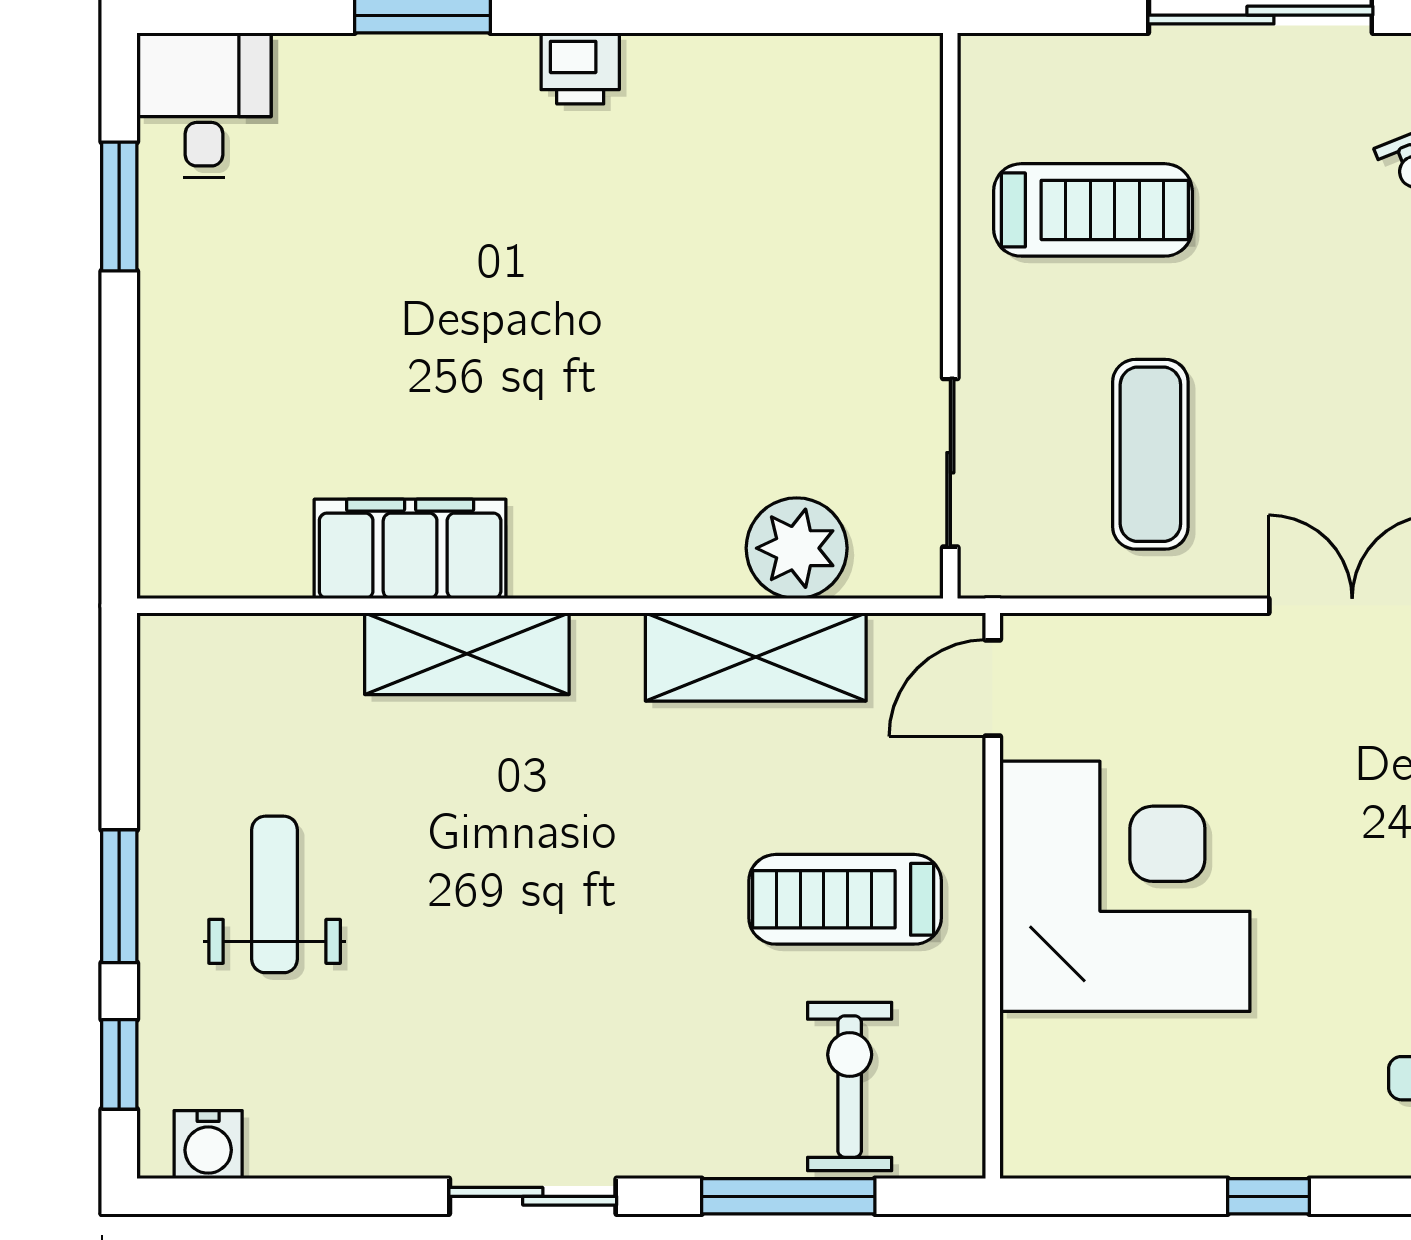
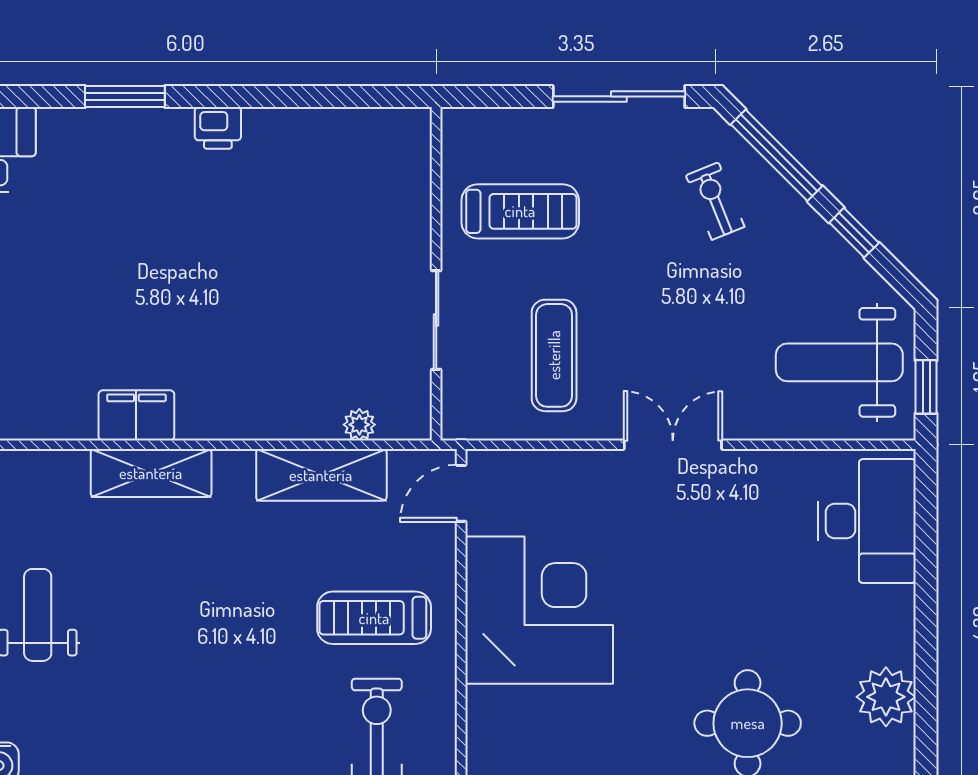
sliding door: (950, 463) -> (436, 320), moved
plant: (797, 548) -> (359, 425), width x0.53, depth x0.53
filing cabinet: (410, 549) -> (136, 415), width x0.67, depth x0.86

